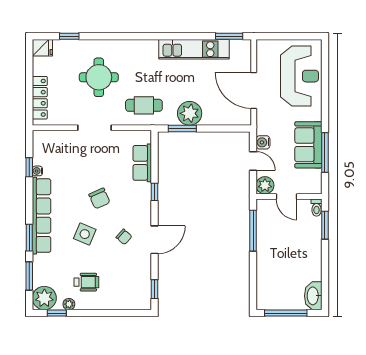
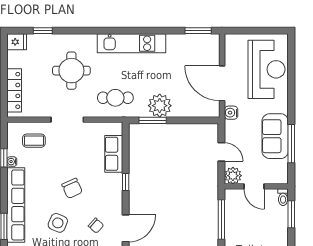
kitchen unit: (194, 49) -> (131, 43), moved
water cooler: (263, 142) -> (231, 113), moved
coffee table: (60, 149) -> (34, 141), added

